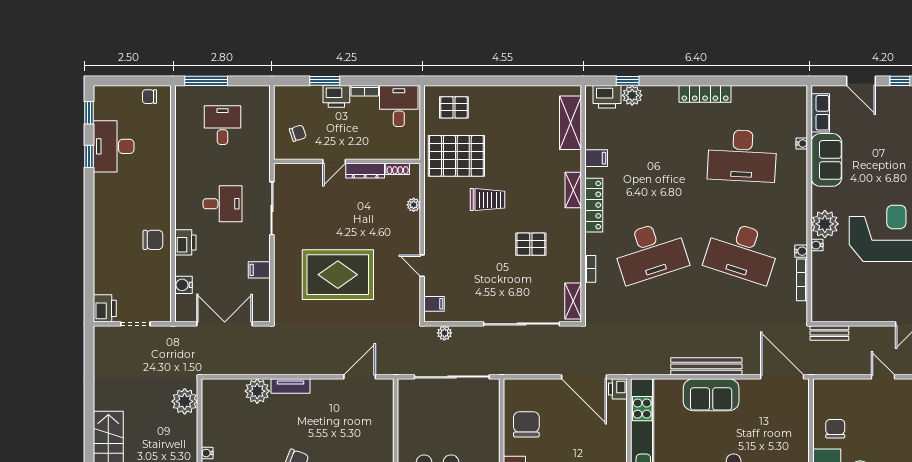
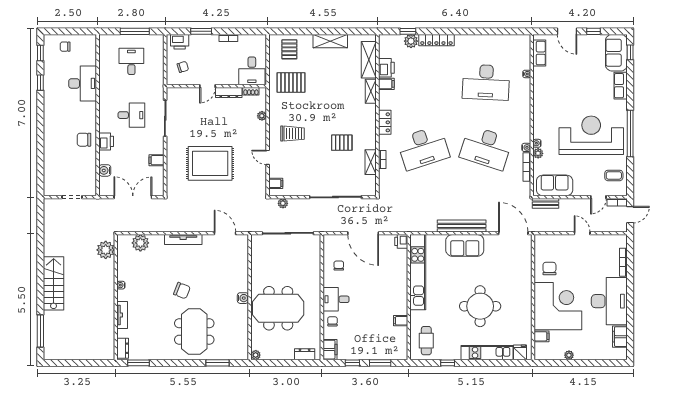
window: (206, 81) -> (135, 31), moved
locker: (705, 94) -> (436, 40), moved
shelving: (514, 95) -> (330, 41), added
printer: (336, 96) -> (180, 42), moved
chair: (149, 97) -> (65, 47), moved
printer: (607, 97) -> (386, 68), moved, turned -90
desk: (399, 106) -> (252, 71), moved, turned 180
pallet: (454, 107) -> (289, 49), turned 90
desk: (114, 146) -> (83, 83), moved, turned 180
pallet: (456, 156) -> (291, 82), width x0.73, depth x0.71
sofa: (826, 160) -> (555, 185), moved, turned -90
shelving: (573, 190) -> (371, 91), moved
trolley: (487, 200) -> (292, 134), moved
locker: (594, 205) -> (385, 122), width x0.66
plant: (825, 224) -> (538, 153), moved, width x0.53, depth x0.53
chair: (153, 240) -> (84, 140), turned 180
shelving: (573, 301) -> (371, 162), moved
printer: (105, 308) -> (51, 186), removed
door: (360, 377) -> (225, 233), hinge flipped
door: (584, 377) -> (363, 233), moved
tv unit: (290, 386) -> (183, 239), width x1.41
plant: (257, 391) -> (140, 243), moved
chair: (526, 424) -> (339, 266), width x0.54, depth x0.54

